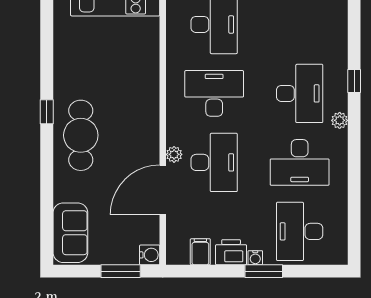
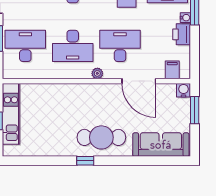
desk: (214, 93) -> (73, 46), turned -90
plant: (174, 154) -> (97, 73), moved
sofa: (70, 233) -> (161, 145), width x1.36
filing cabinet: (200, 252) -> (172, 70), moved, turned 90

